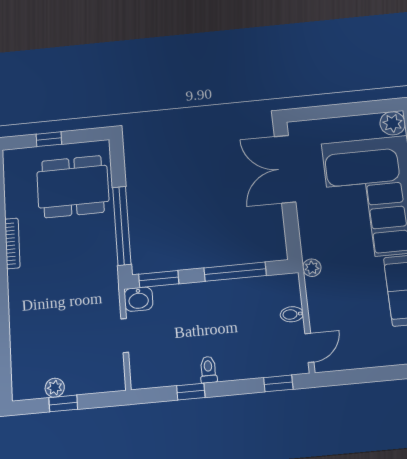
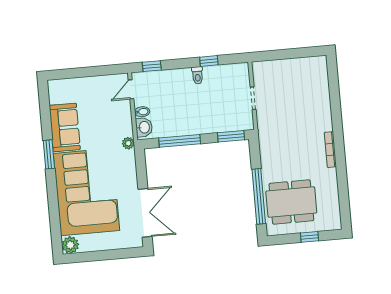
window: (122, 226) -> (259, 196), moved
bookcase: (12, 243) -> (330, 150), moved
washbasin: (139, 299) -> (144, 127), moved, turned 90
plant: (55, 388) -> (298, 64), removed
window: (63, 403) -> (292, 54), removed

